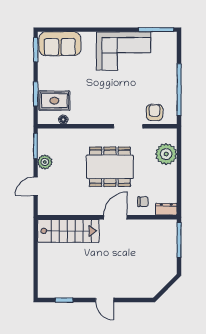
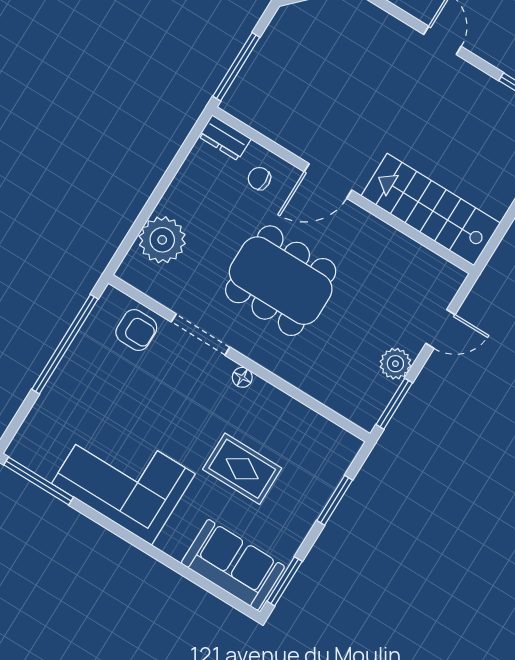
rug: (54, 101) -> (242, 469), moved
armchair: (155, 112) -> (136, 330), turned -90
floor lamp: (63, 120) -> (242, 377), moved

